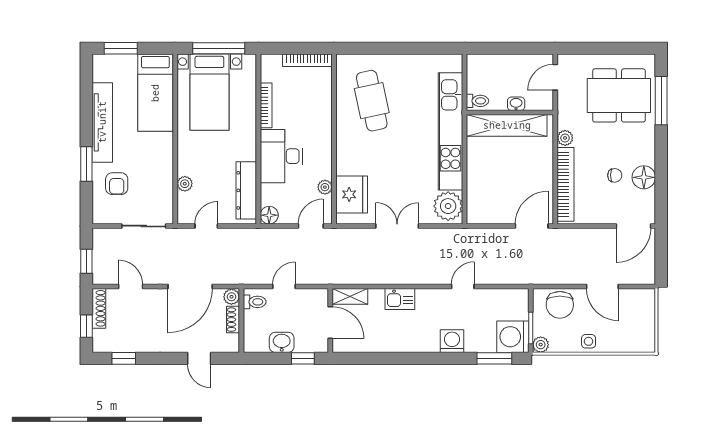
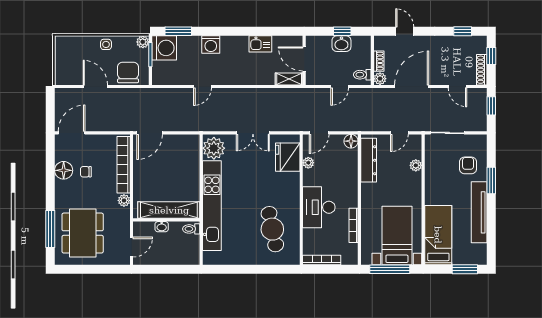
dining table: (619, 95) -> (83, 233), turned 90
desk: (281, 156) -> (319, 207), moved, turned 180
kitchen sink: (400, 299) -> (260, 44), moved, turned 180
window: (303, 358) -> (342, 31), moved

